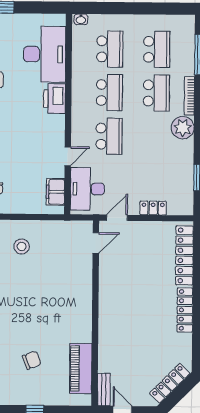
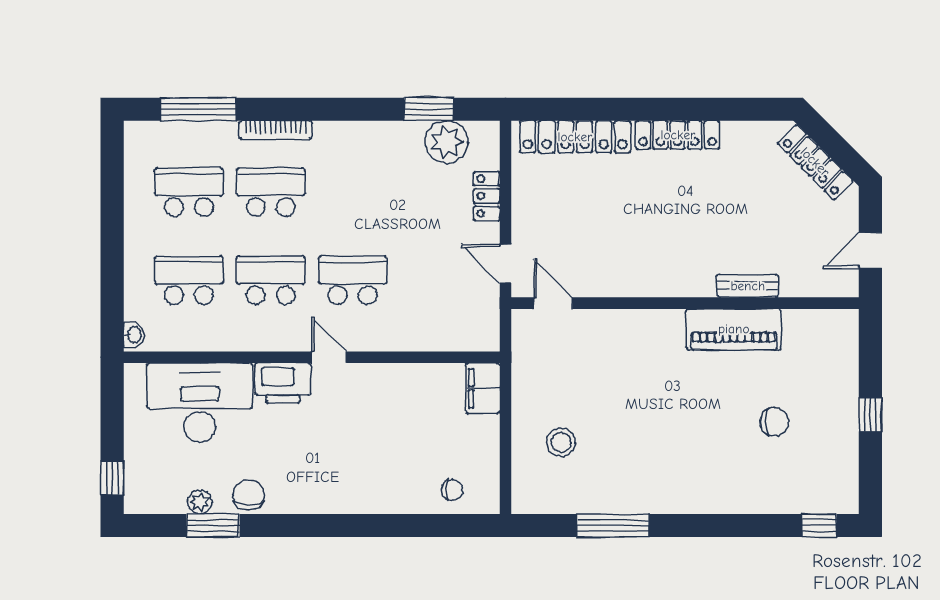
plant: (183, 128) -> (447, 142), moved
door: (68, 156) -> (329, 357), moved
desk: (87, 189) -> (452, 320), removed
filing cabinet: (55, 192) -> (483, 388), moved, turned 90
chair: (32, 360) -> (774, 422), turned 111
piano: (81, 368) -> (734, 329), moved
bench: (104, 390) -> (748, 286), moved

